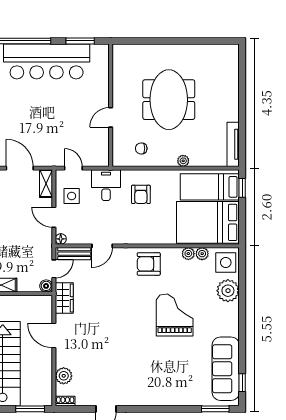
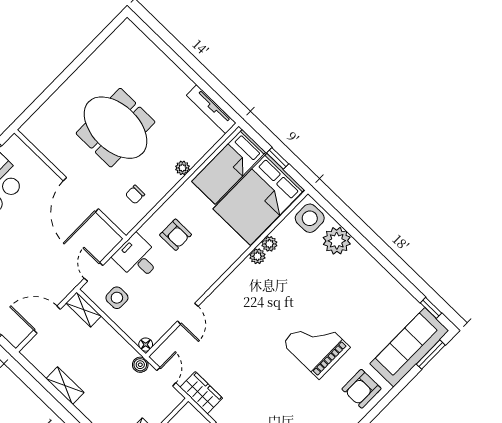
door: (111, 117) -> (81, 195), width x1.87
door: (73, 168) -> (94, 272), hinge flipped
window: (242, 188) -> (278, 158), moved
door: (54, 217) -> (120, 332), removed
bench: (74, 254) -> (170, 345), removed
plant: (202, 254) -> (257, 256), moved
armchair: (149, 264) -> (362, 389), moved
boiler: (46, 286) -> (140, 365), moved
grand piano: (175, 315) -> (316, 345), moved
sofa: (226, 369) -> (409, 347), moved, turned 90

